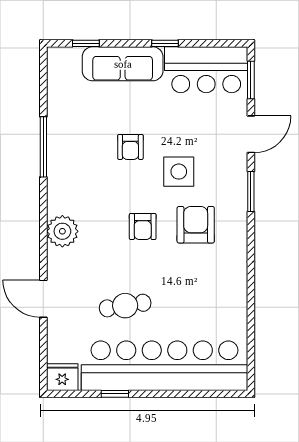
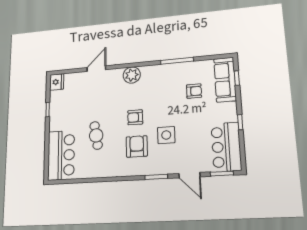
sofa: (123, 64) -> (225, 80), moved
armchair: (130, 147) -> (194, 91), moved, turned 180
armchair: (196, 225) -> (137, 146), turned -90
cafe table: (125, 306) -> (96, 135), moved
bar counter: (165, 366) -> (61, 155), width x0.54

